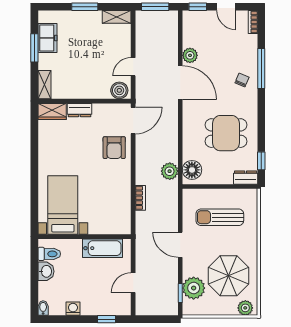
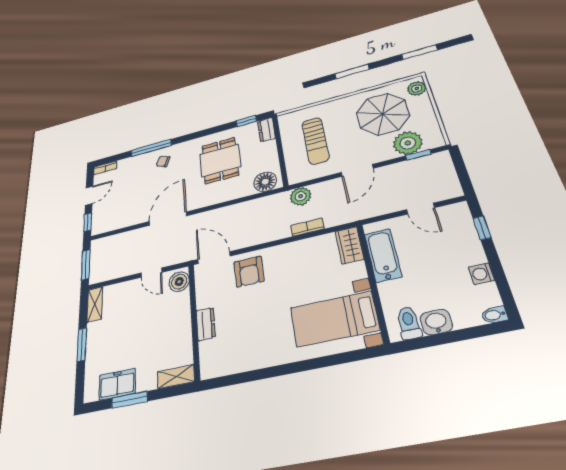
plant: (190, 55) -> (138, 217), removed
wardrobe: (52, 111) -> (349, 245), moved, turned 180
armchair: (114, 148) -> (249, 272), turned 90
plant: (170, 171) -> (301, 196), moved

